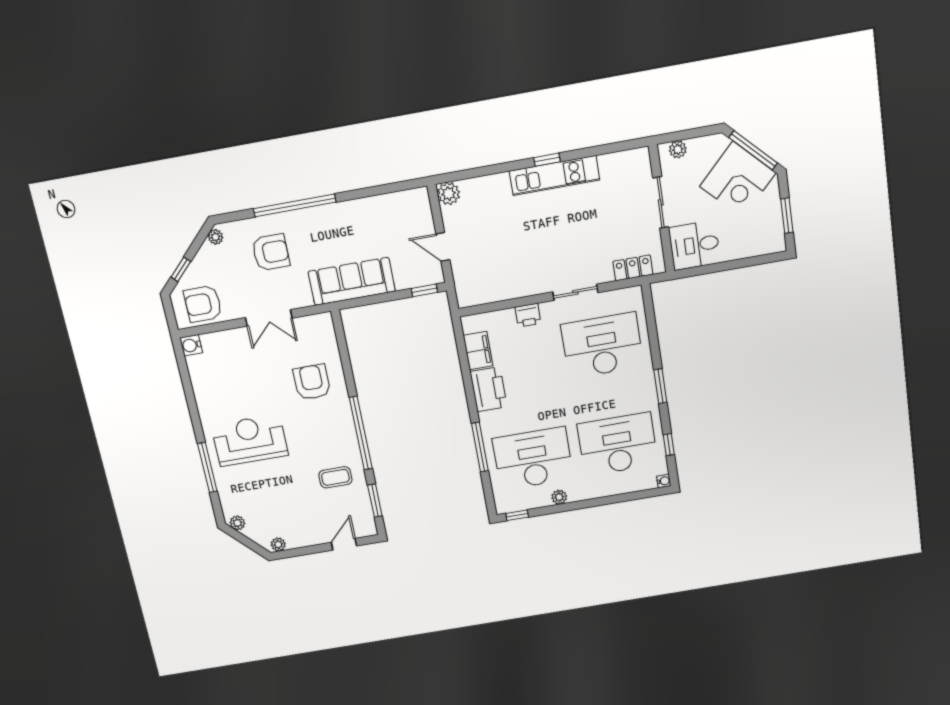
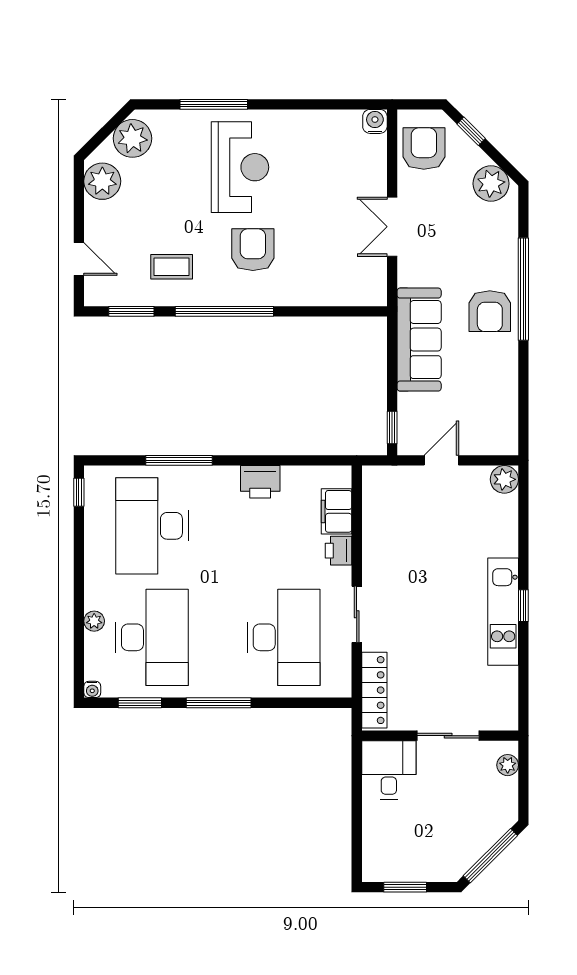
corner desk: (738, 180) -> (459, 833), removed
plant: (216, 237) -> (491, 184), width x1.88, depth x1.88
armchair: (271, 252) -> (490, 311), moved
locker: (633, 268) -> (374, 690), width x1.53
filing cabinet: (478, 351) -> (336, 511), moved, turned 90
armchair: (312, 382) -> (253, 250), moved, turned -90
window: (660, 386) -> (219, 703), width x1.44
printer: (489, 389) -> (260, 482), width x0.73, depth x0.84
window: (669, 445) -> (140, 703), width x1.50
desk: (533, 459) -> (152, 526), turned 180
coffee table: (335, 477) -> (172, 267), turned 90
plant: (559, 497) -> (94, 621), moved
plant: (237, 523) -> (132, 138), width x1.87, depth x1.87
plant: (278, 544) -> (102, 181), width x1.87, depth x1.87

